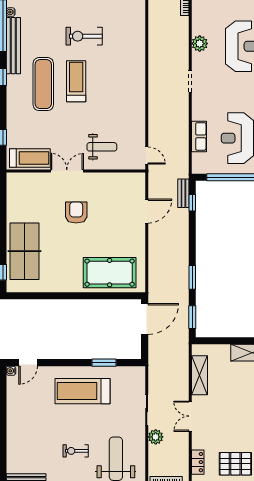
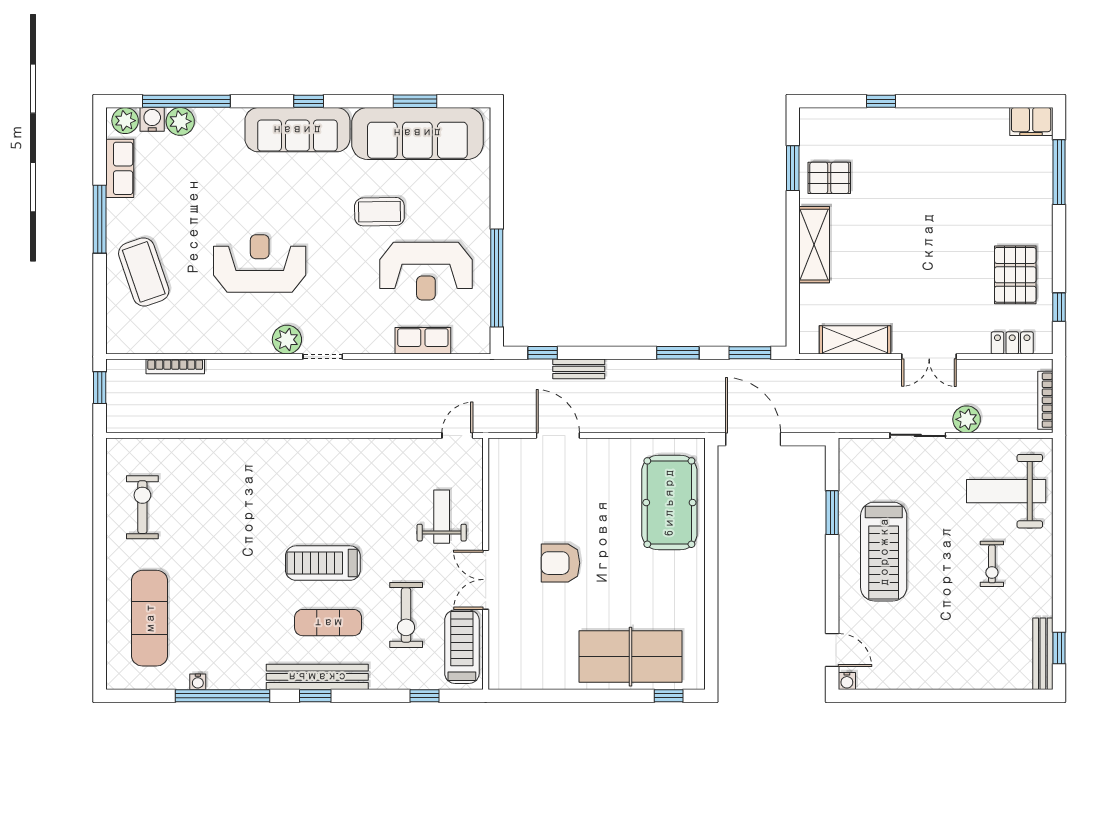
exercise bike: (84, 36) -> (406, 615), moved
plant: (200, 44) -> (287, 340), moved
bench: (13, 46) -> (317, 677), moved
exercise mat: (43, 84) -> (328, 623), width x0.73, depth x0.69
bench: (183, 193) -> (579, 369), moved

